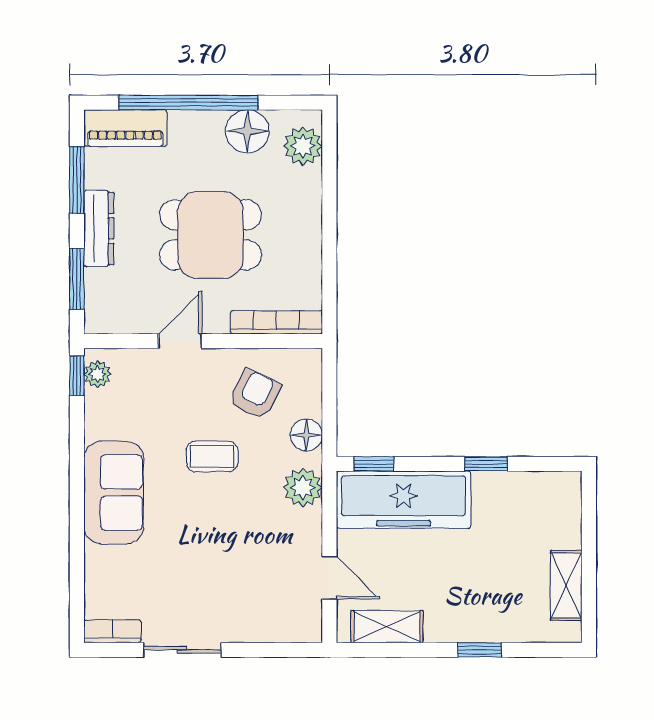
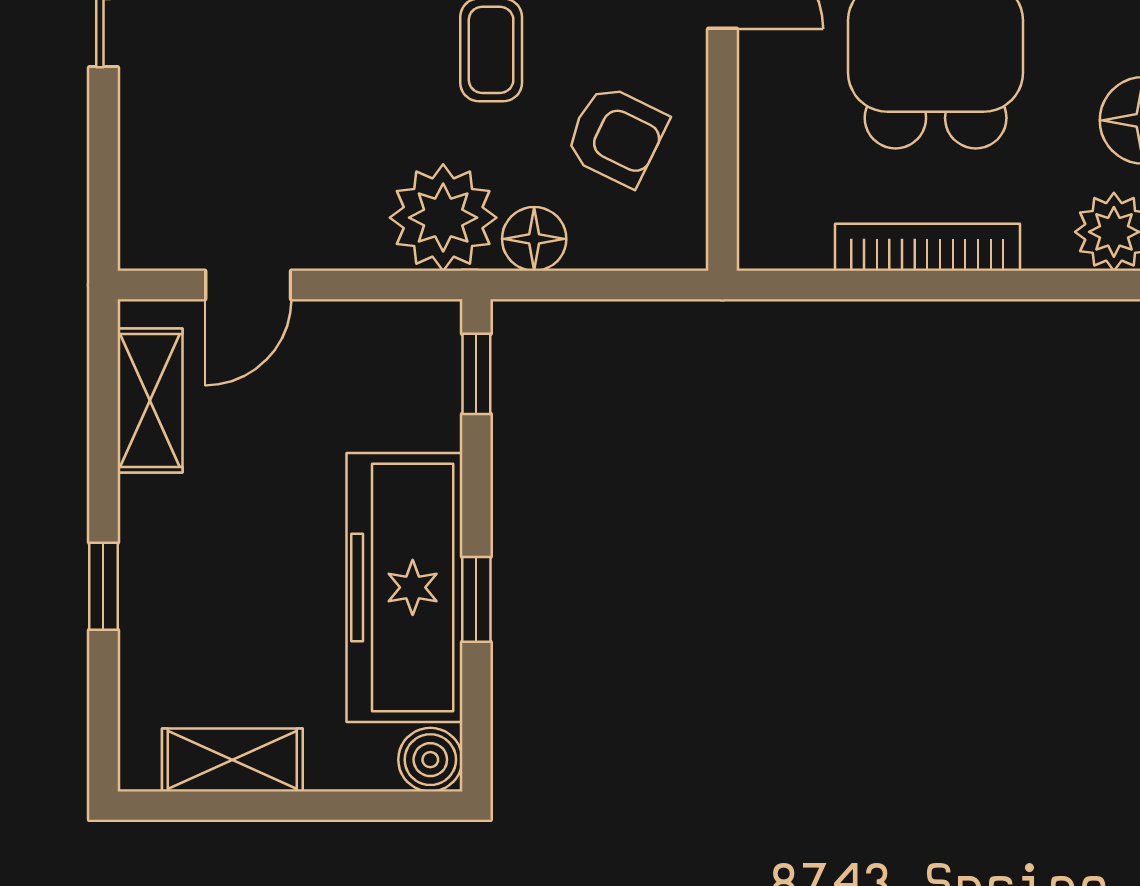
bookcase: (276, 322) -> (927, 247), moved, turned -90
boiler: (566, 487) -> (430, 760), added
plant: (303, 488) -> (443, 218), width x1.36, depth x1.36
freezer: (404, 500) -> (404, 587), moved

